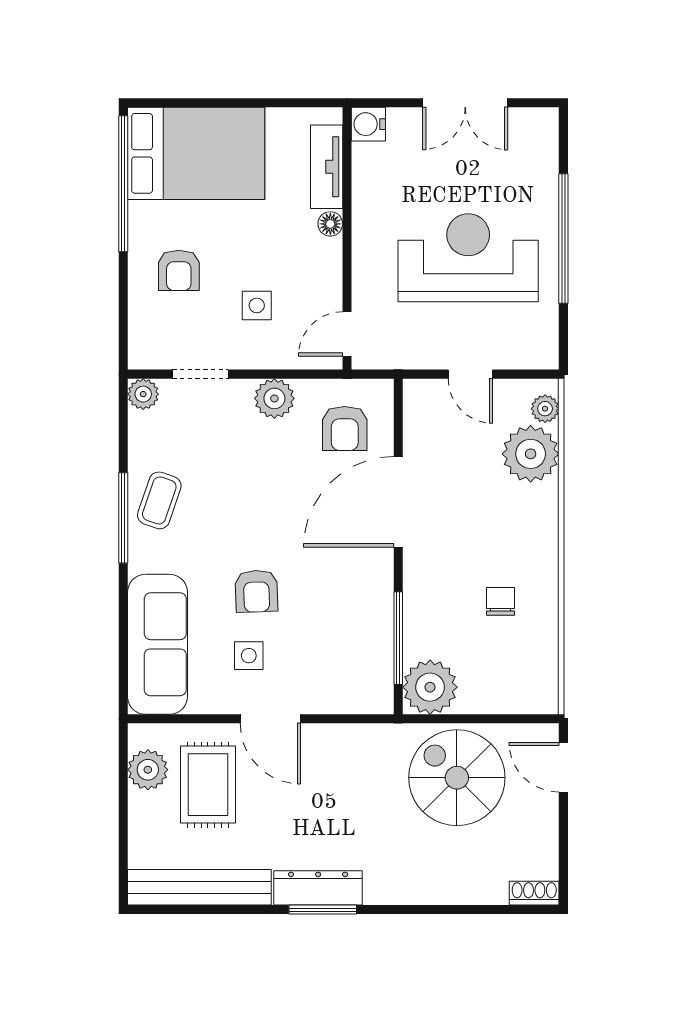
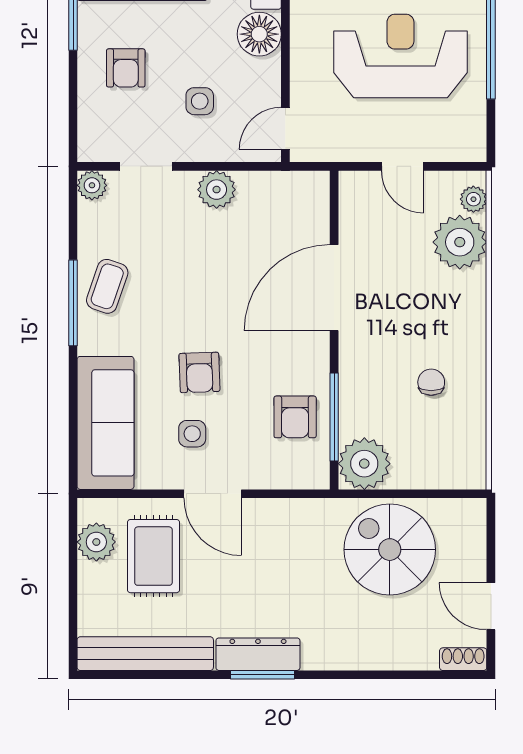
floor lamp: (330, 224) -> (259, 34), width x1.89, depth x1.89
armchair: (345, 428) -> (295, 417), moved
door: (563, 767) -> (491, 606), moved

